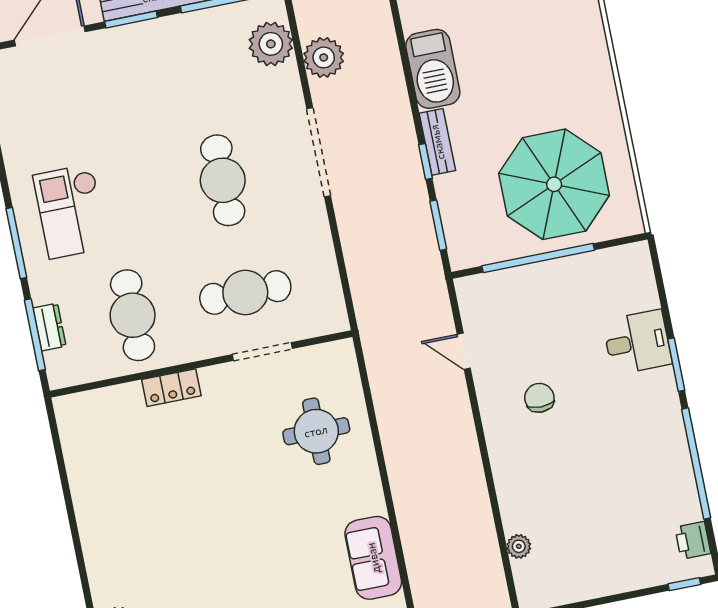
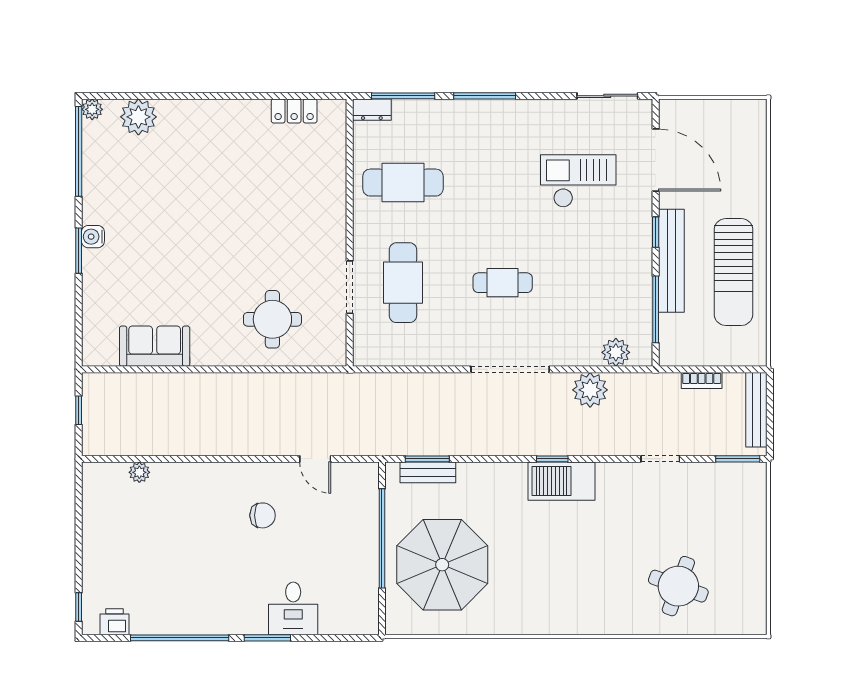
window: (131, 20) -> (656, 232), width x0.67
plant: (271, 44) -> (616, 352), width x0.73, depth x0.73
bench: (437, 142) -> (428, 472), moved
window: (425, 161) -> (552, 459), moved
cafe table: (223, 180) -> (503, 283), width x0.73, depth x0.74
checkout: (71, 211) -> (578, 181), moved
dresser: (49, 327) -> (372, 110), moved
door: (464, 351) -> (315, 459), swing flipped
locker: (171, 388) -> (294, 111), moved, turned -90

